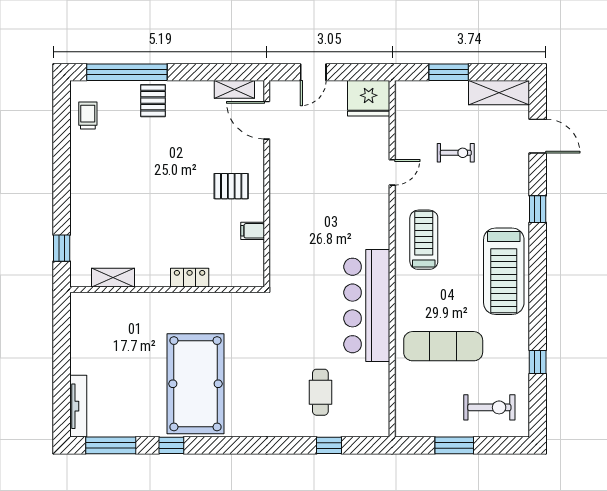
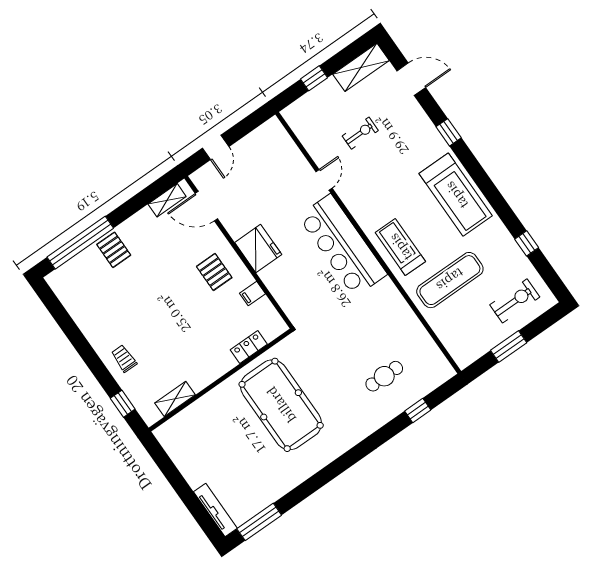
window: (449, 72) -> (314, 78), width x0.67
fridge: (369, 98) -> (258, 248), moved, turned -90
trolley: (88, 116) -> (124, 358), moved
pallet: (231, 186) -> (214, 272), turned 90
treadmill: (424, 240) -> (400, 247), moved
locker: (190, 278) -> (249, 347), moved
bar counter: (367, 305) -> (343, 245), moved
pool table: (195, 384) -> (281, 405), moved
cafe table: (320, 392) -> (384, 376), turned 90
window: (171, 445) -> (303, 491), removed

